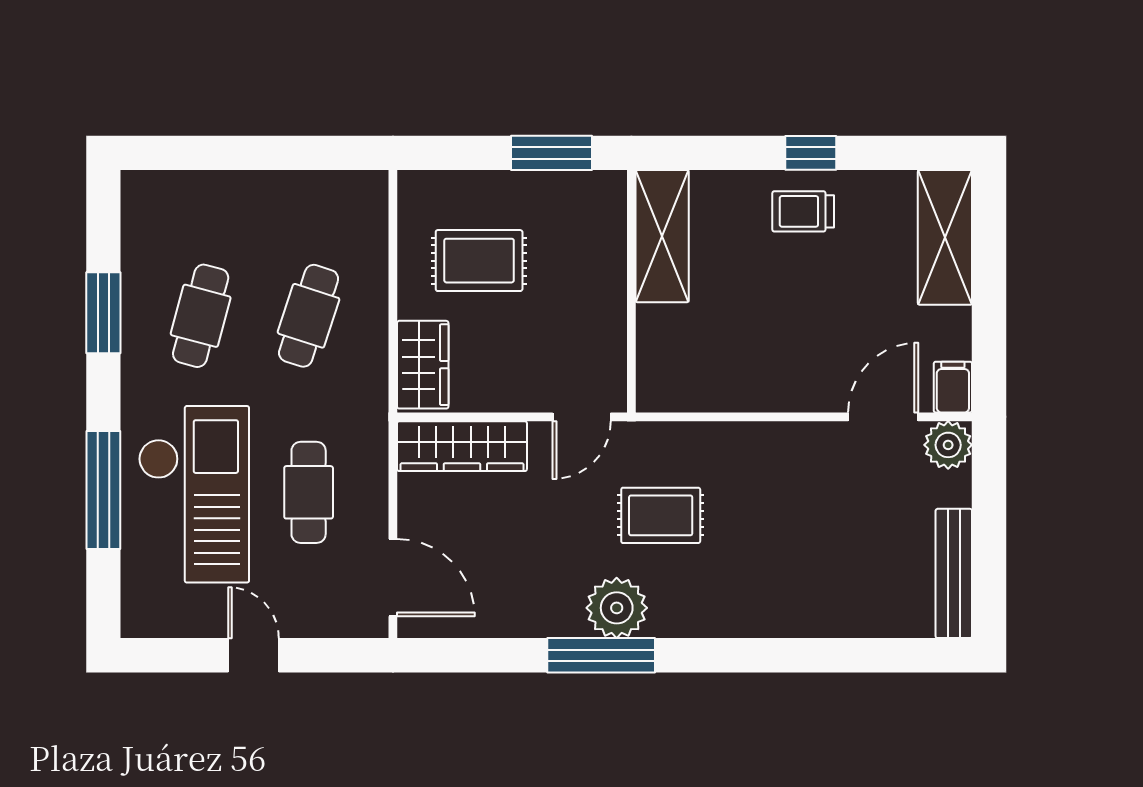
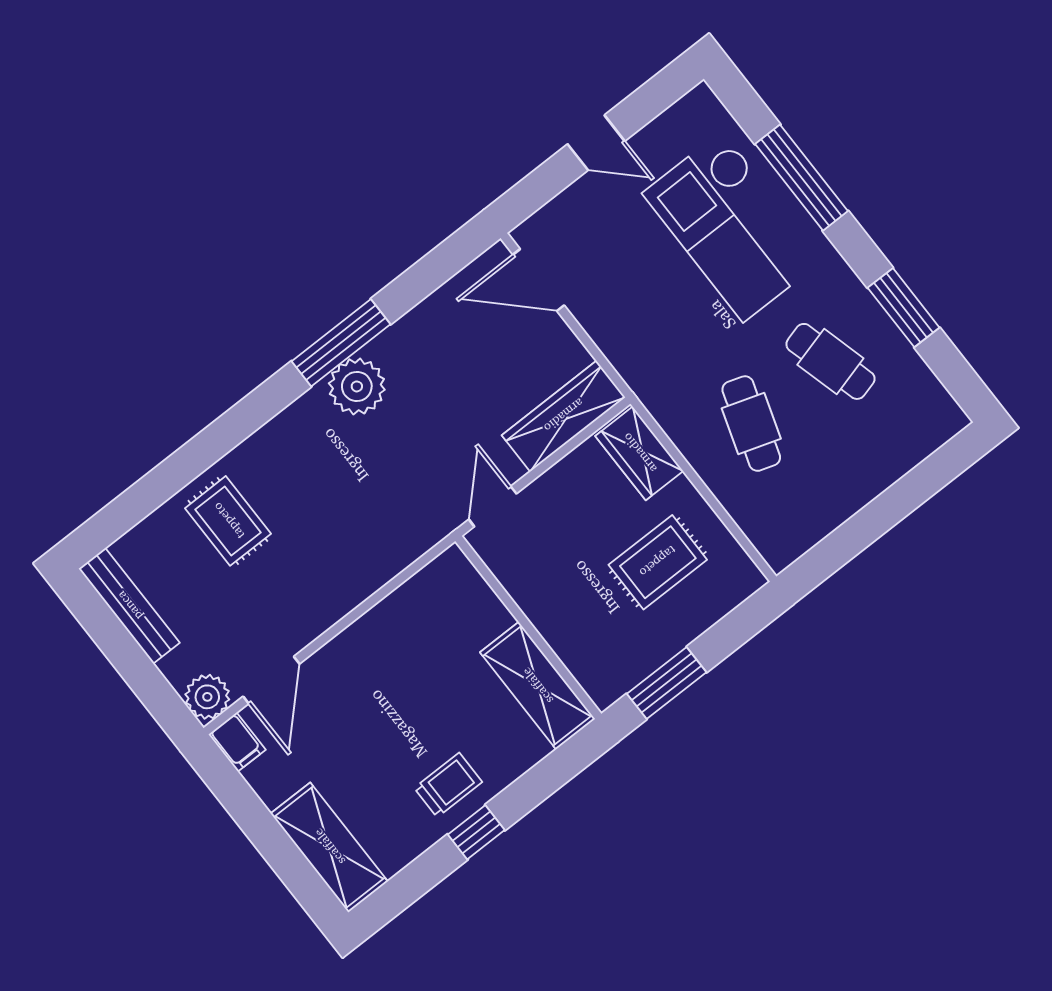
cafe table: (201, 316) -> (830, 361), turned -30
cafe table: (309, 492) -> (650, 294), removed
rug: (661, 515) -> (228, 521), moved, turned 90

